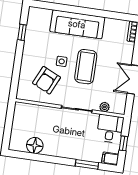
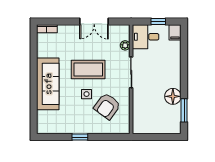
window: (22, 32) -> (80, 137), moved
armchair: (46, 80) -> (107, 106), turned 101
floor lamp: (35, 145) -> (173, 96), moved
window: (87, 164) -> (184, 110), moved

